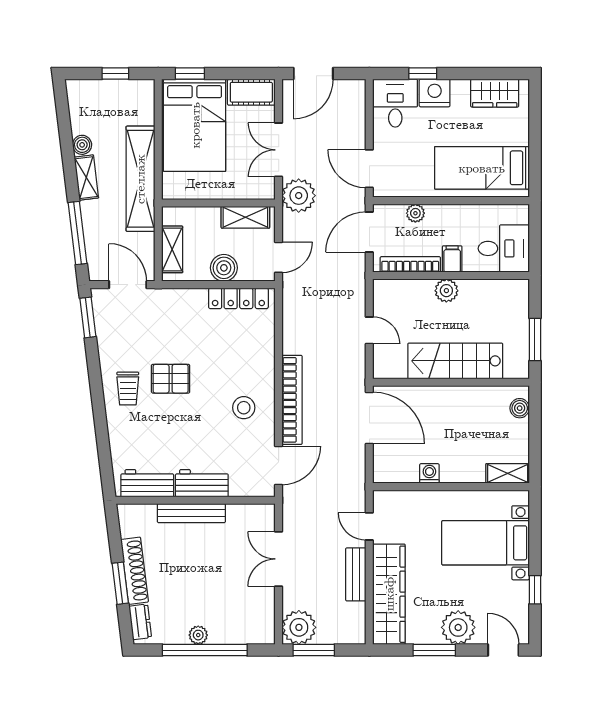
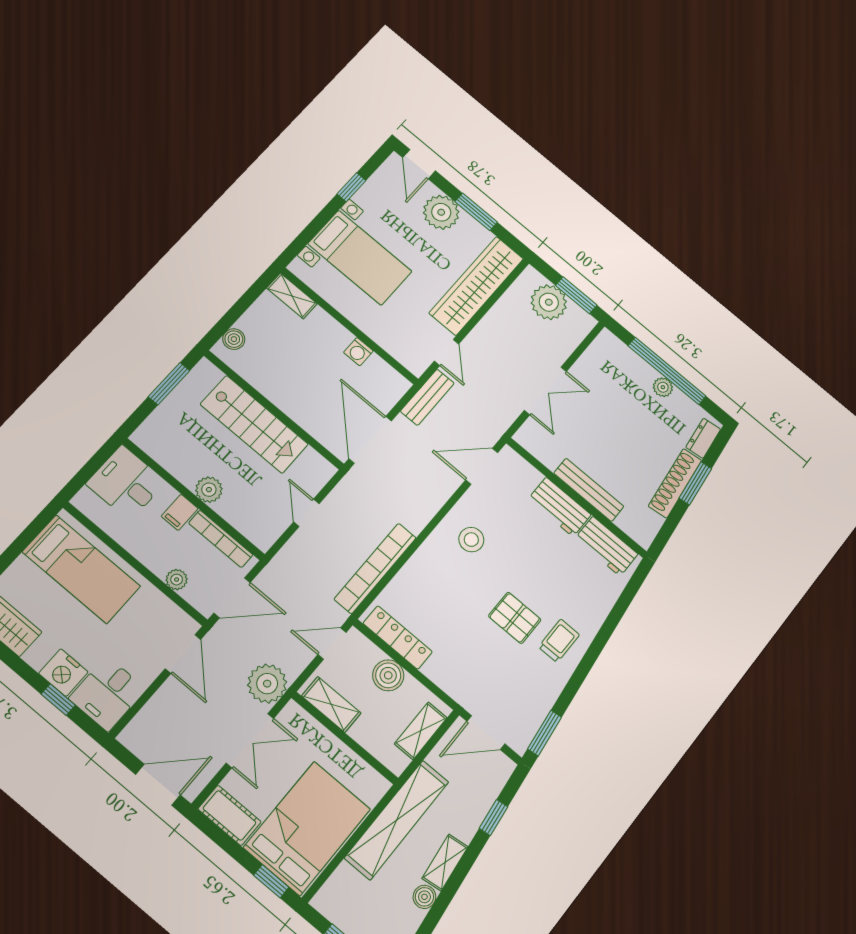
window: (78, 233) -> (493, 818), width x0.46
door: (128, 285) -> (486, 733), hinge flipped
bookcase: (292, 400) -> (375, 568), moved
bench: (356, 574) -> (427, 397), moved
plant: (299, 627) -> (549, 302), moved

